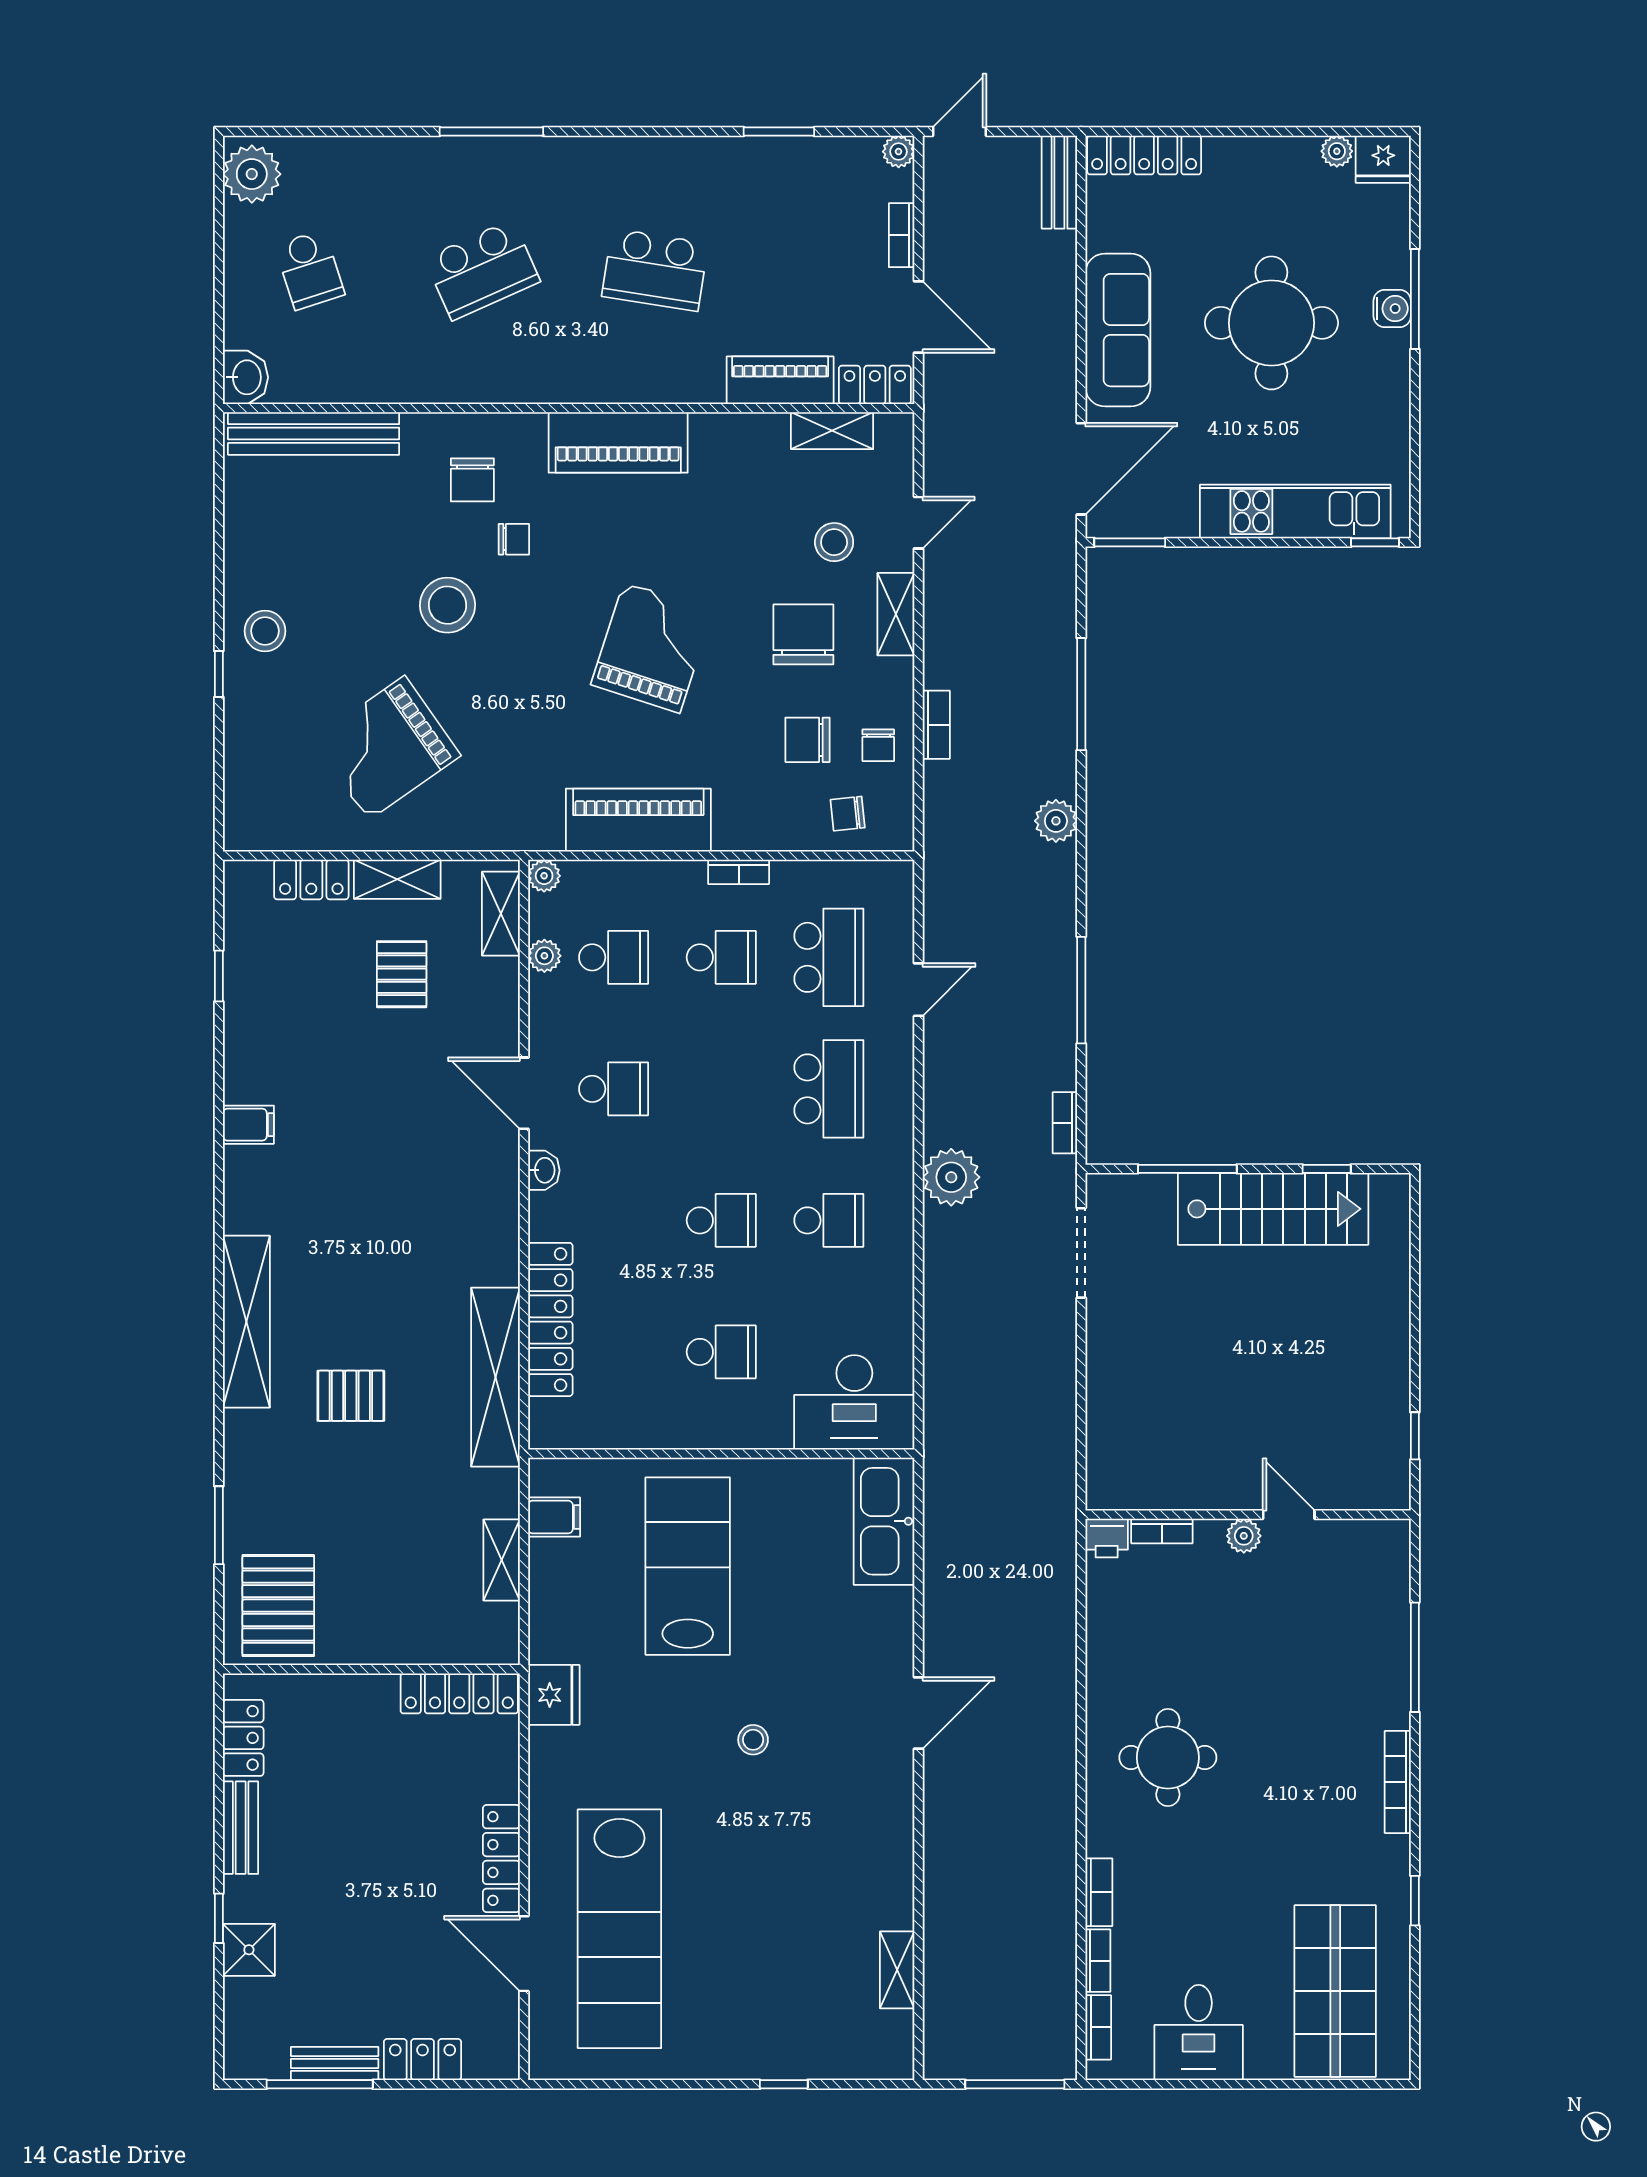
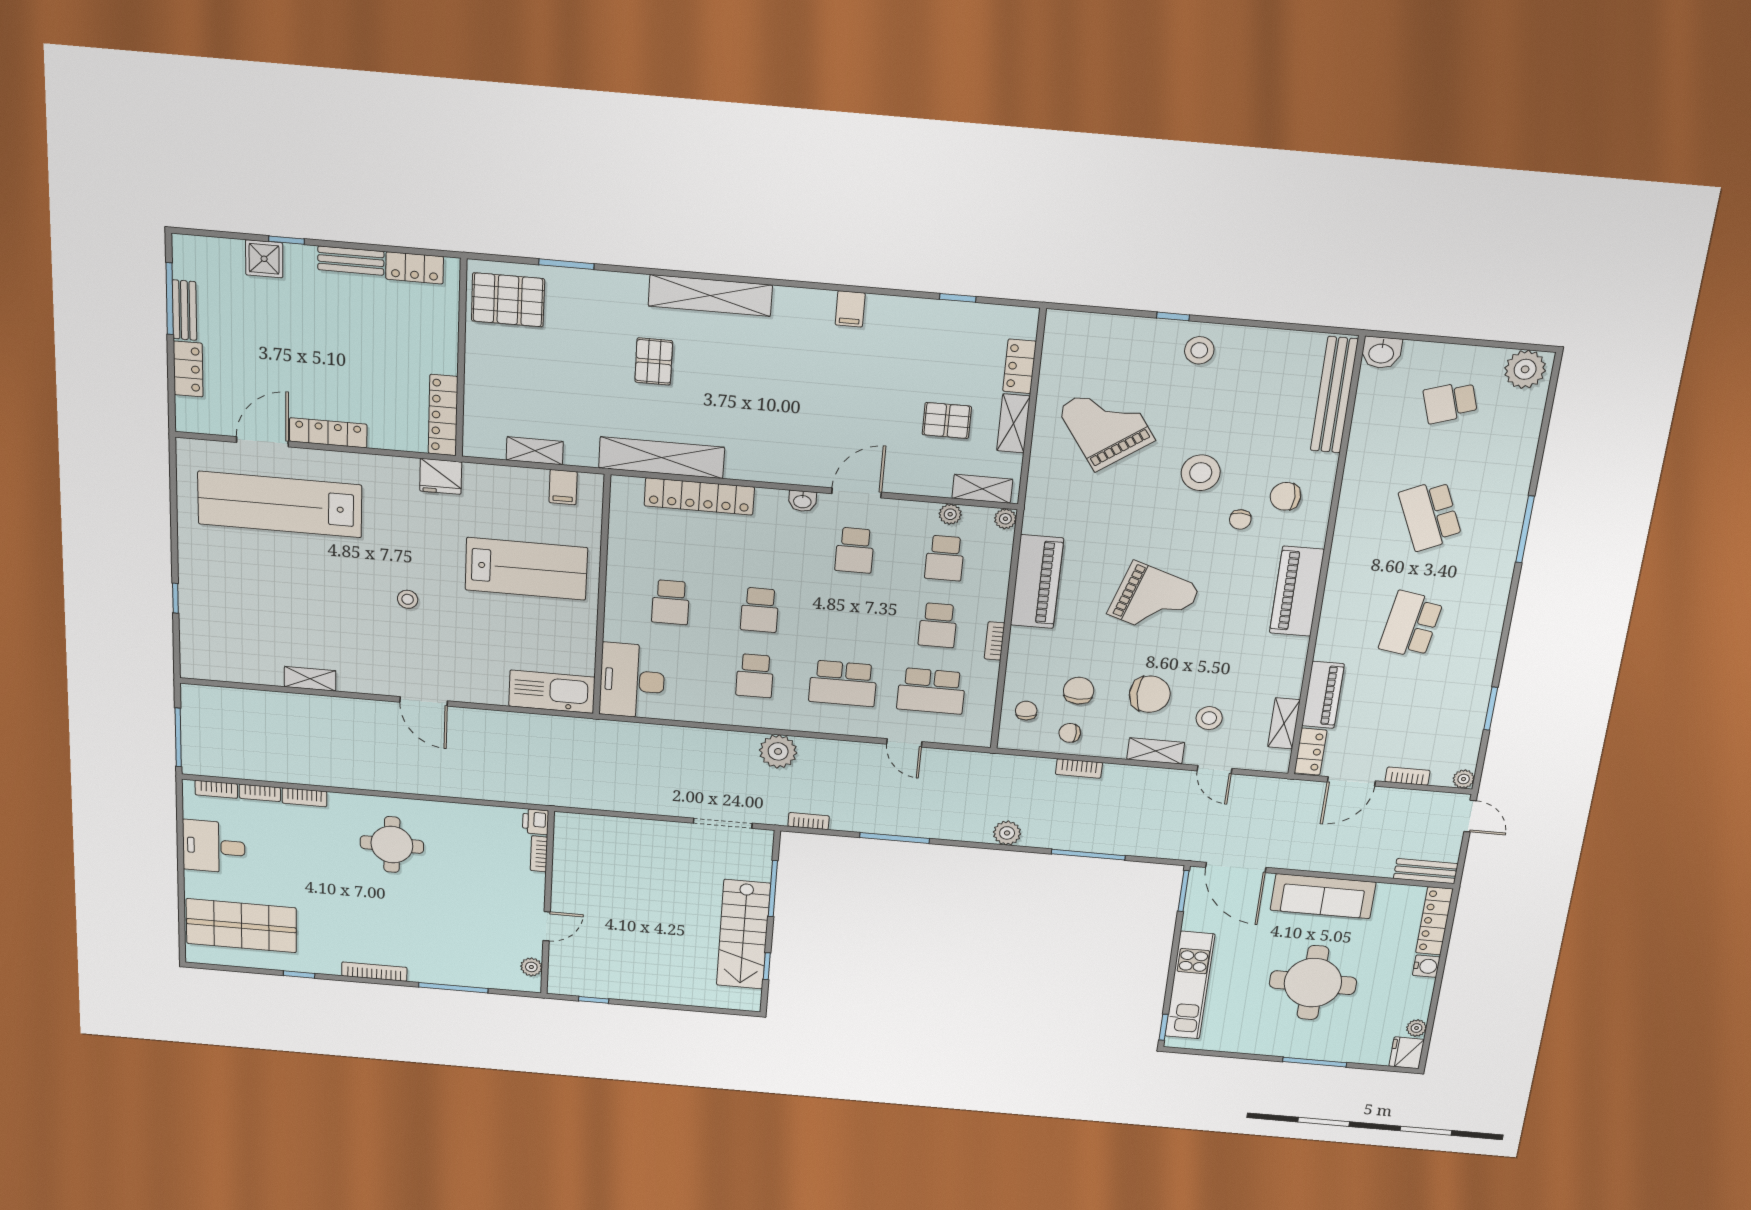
water cooler: (1392, 309) -> (1426, 966), moved, turned -90
plant: (1244, 1536) -> (531, 967), moved
shelving: (897, 1970) -> (310, 679), moved

